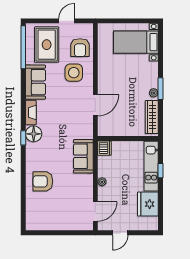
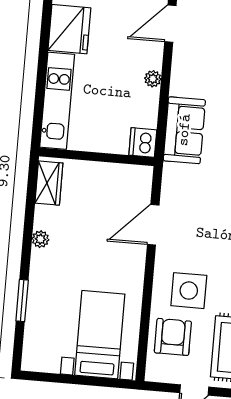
bed with nightstands: (136, 42) -> (100, 335), moved, turned -90
window: (161, 89) -> (22, 301), moved
wardrobe: (152, 117) -> (49, 183), width x0.67
window: (161, 171) -> (40, 90), removed

